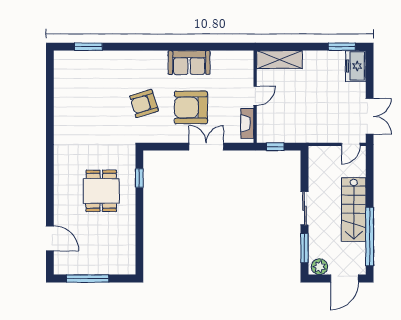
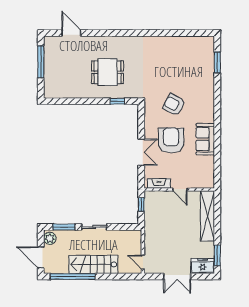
shelving: (279, 60) -> (208, 216), width x1.47
armchair: (144, 104) -> (174, 105), turned -45
double door: (370, 116) -> (177, 277), moved
door: (50, 238) -> (71, 33), swing flipped

